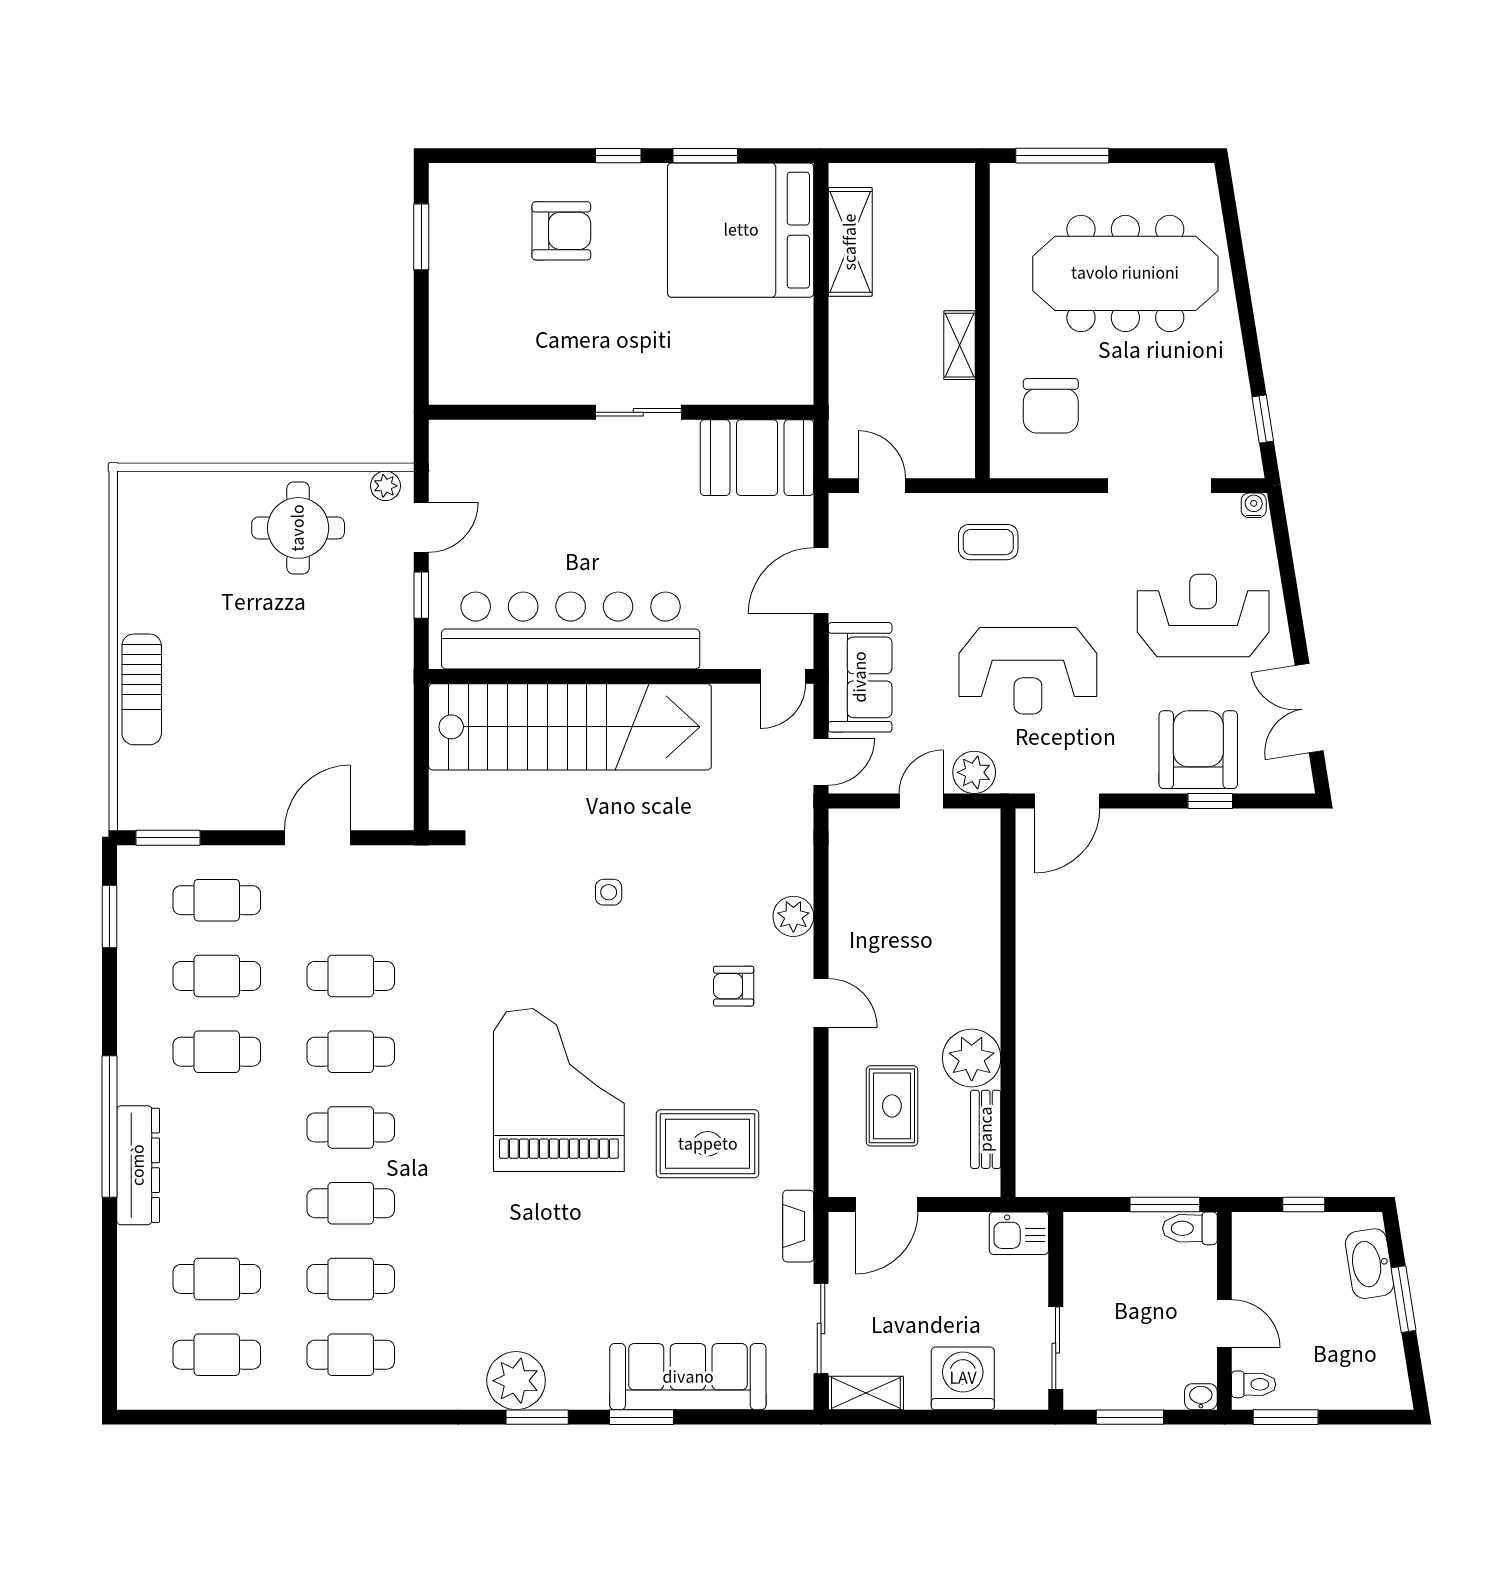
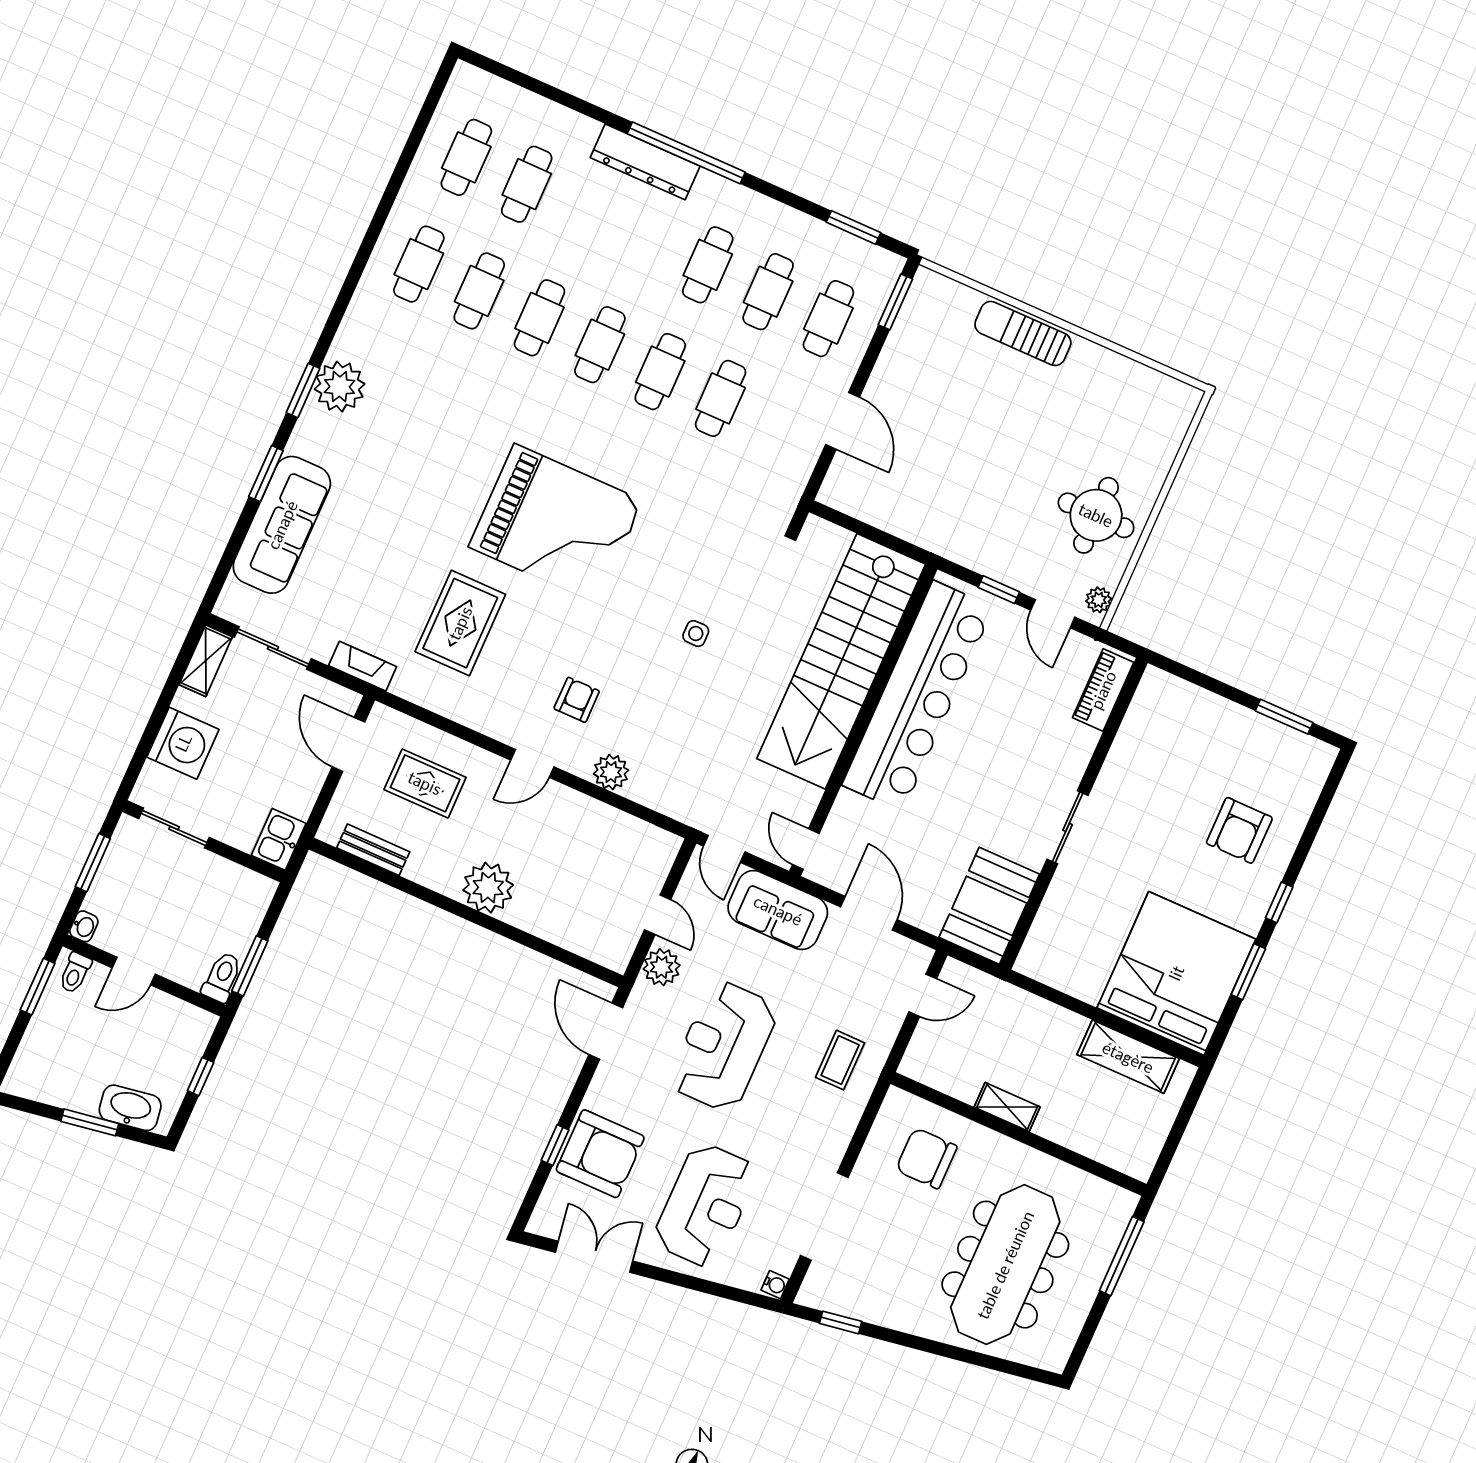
piano: (478, 439) -> (1103, 690), added
plant: (972, 1058) -> (488, 888), moved

